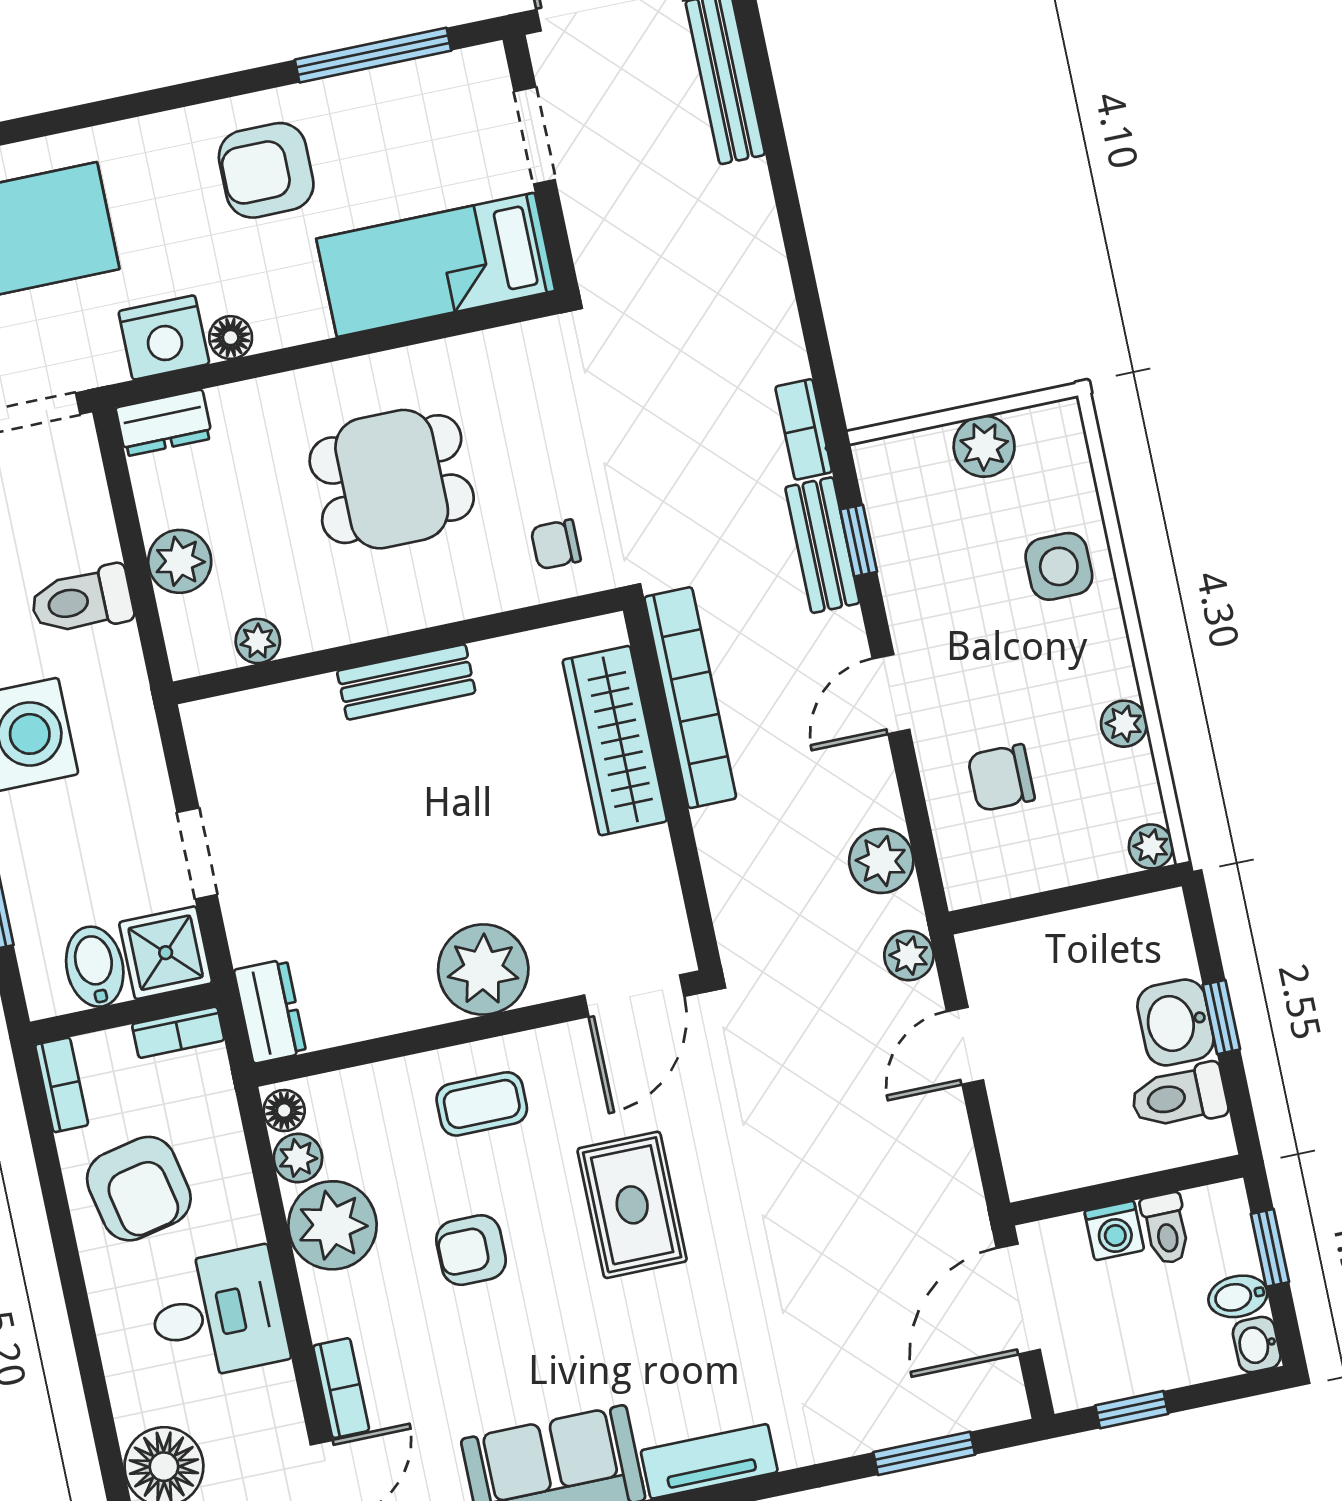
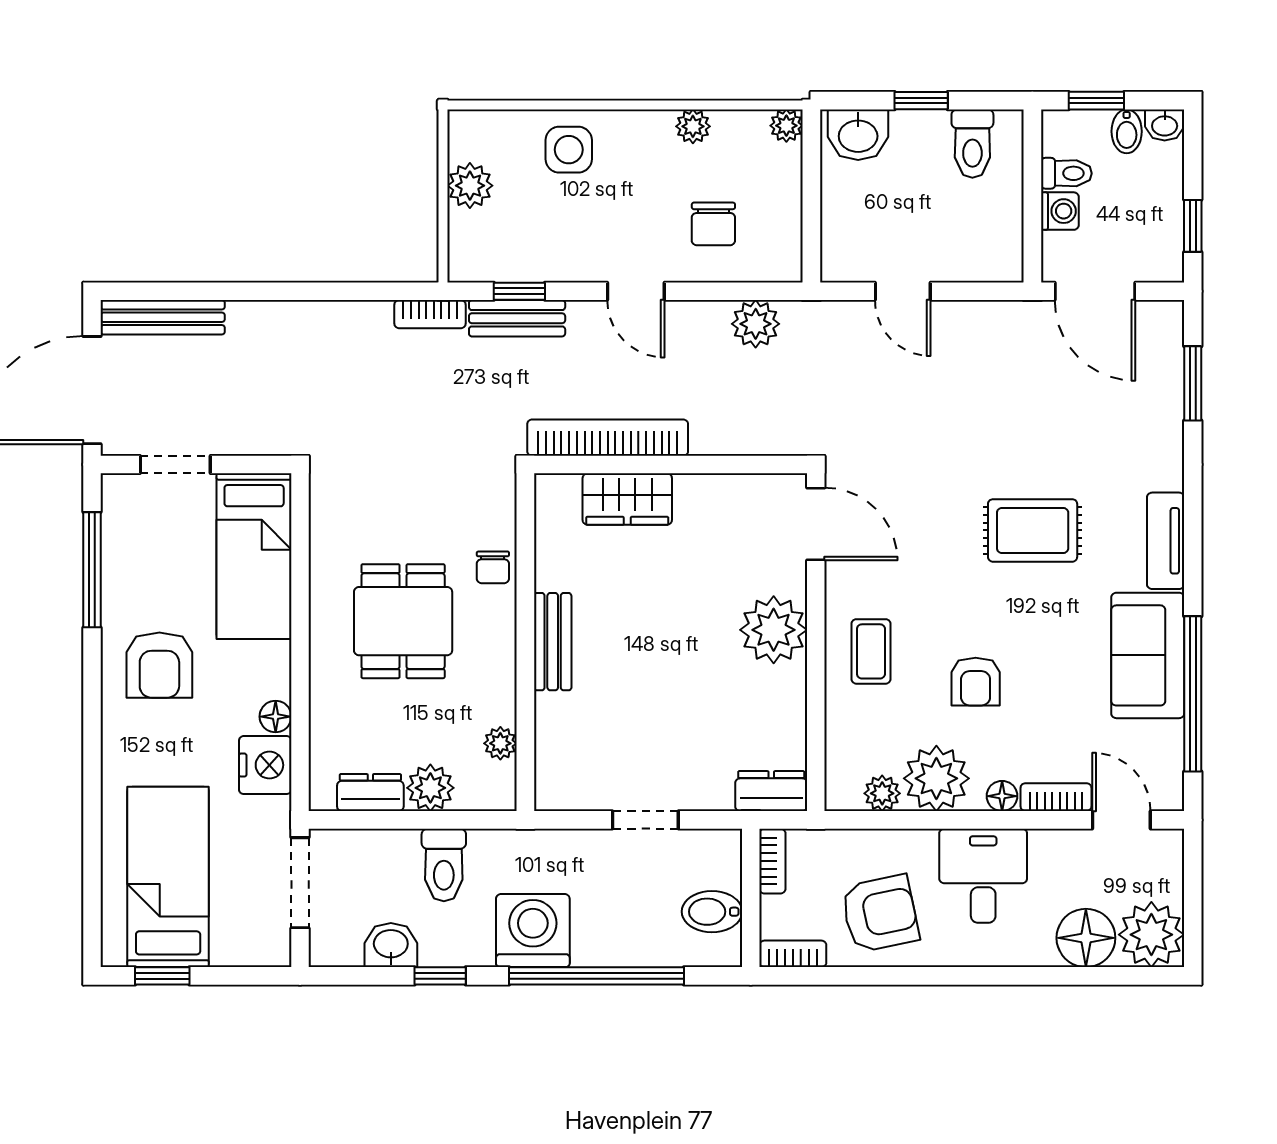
dresser: (164, 423) -> (370, 793), moved, turned -90
chair: (556, 544) -> (493, 567), moved
wardrobe: (615, 741) -> (627, 499), width x0.67
shower: (166, 953) -> (713, 858), removed
plant: (909, 956) -> (829, 318), removed
washbasin: (1176, 1023) -> (858, 135), moved
floor lamp: (284, 1110) -> (1002, 796), moved
rug: (632, 1205) -> (1033, 530), moved

